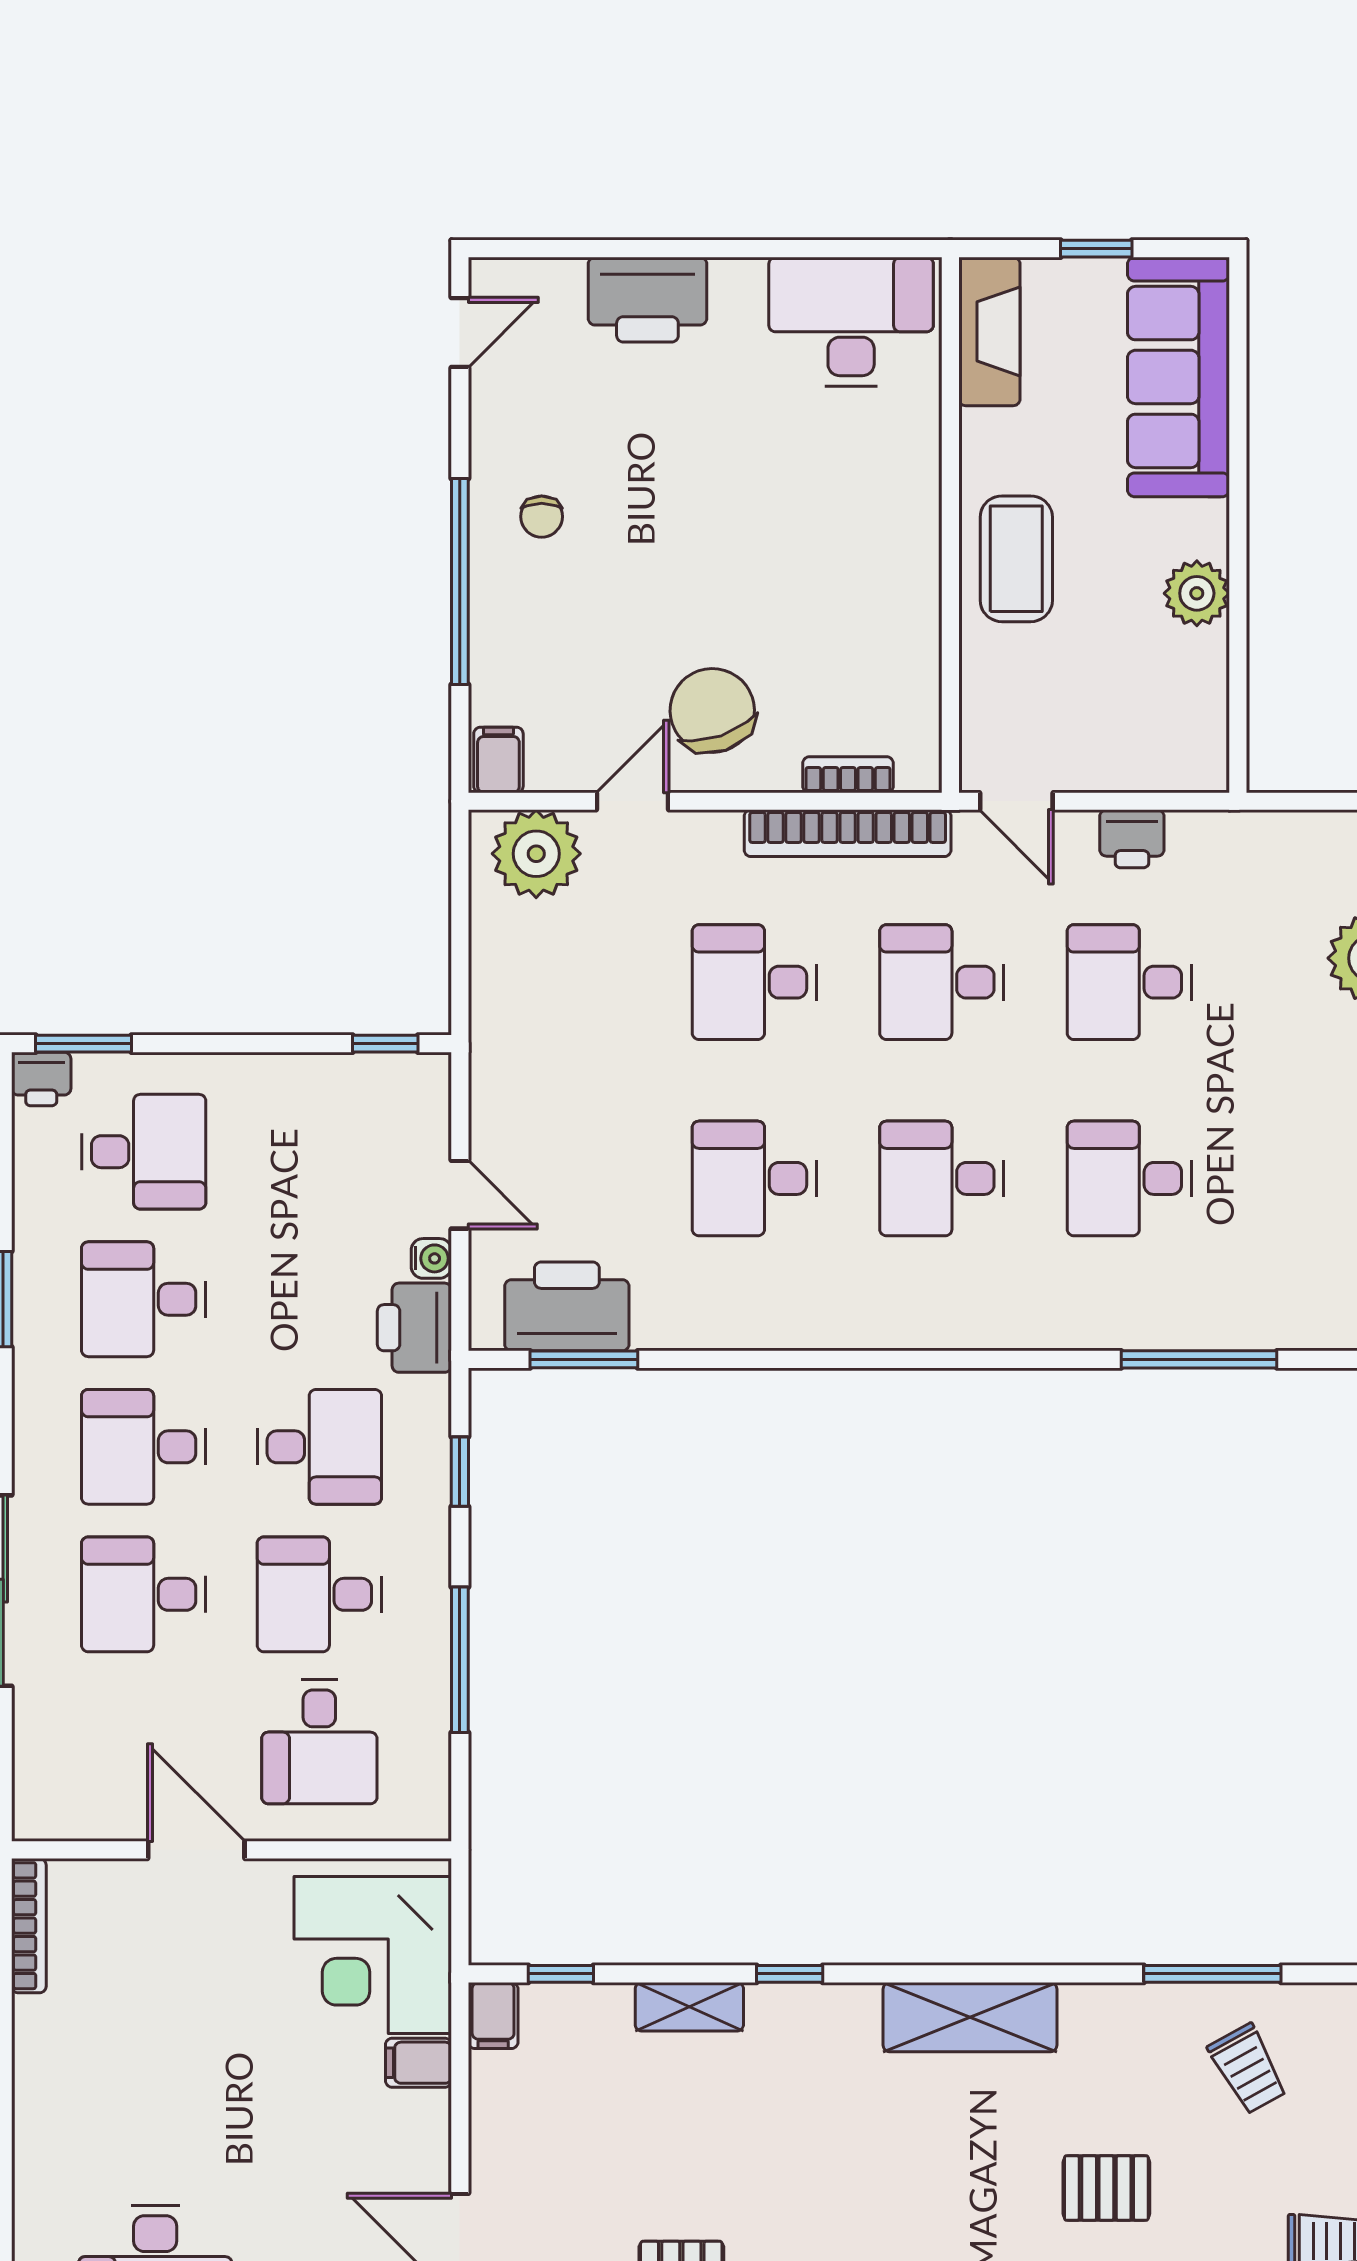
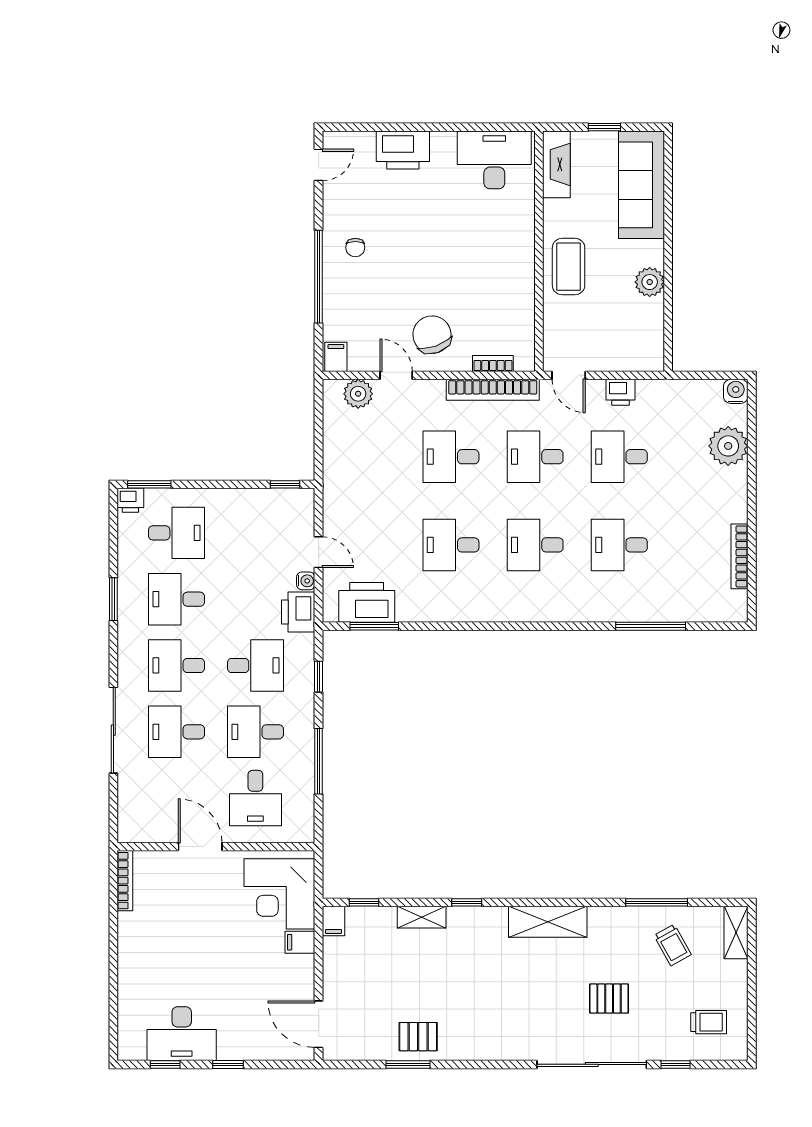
door: (632, 801) -> (396, 375), hinge flipped
plant: (536, 854) -> (358, 394), width x0.73, depth x0.73

